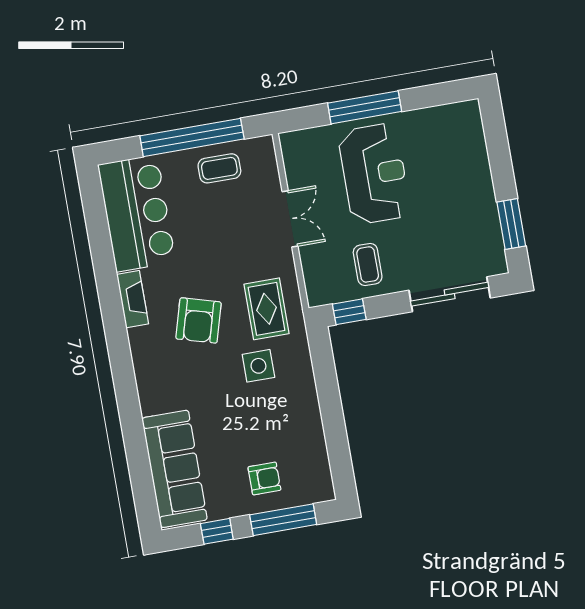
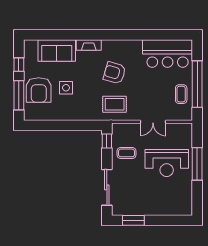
fireplace: (133, 299) -> (89, 45), moved
side table: (258, 366) -> (66, 88), moved
sofa: (175, 469) -> (57, 51), width x0.73
armchair: (264, 478) -> (39, 90), width x1.88, depth x1.88

